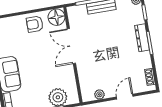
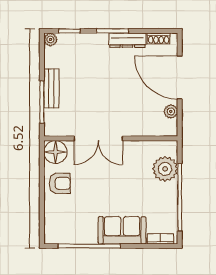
armchair: (35, 24) -> (60, 183), turned -90
dresser: (142, 38) -> (127, 40), moved
door: (125, 97) -> (180, 78), width x1.88

